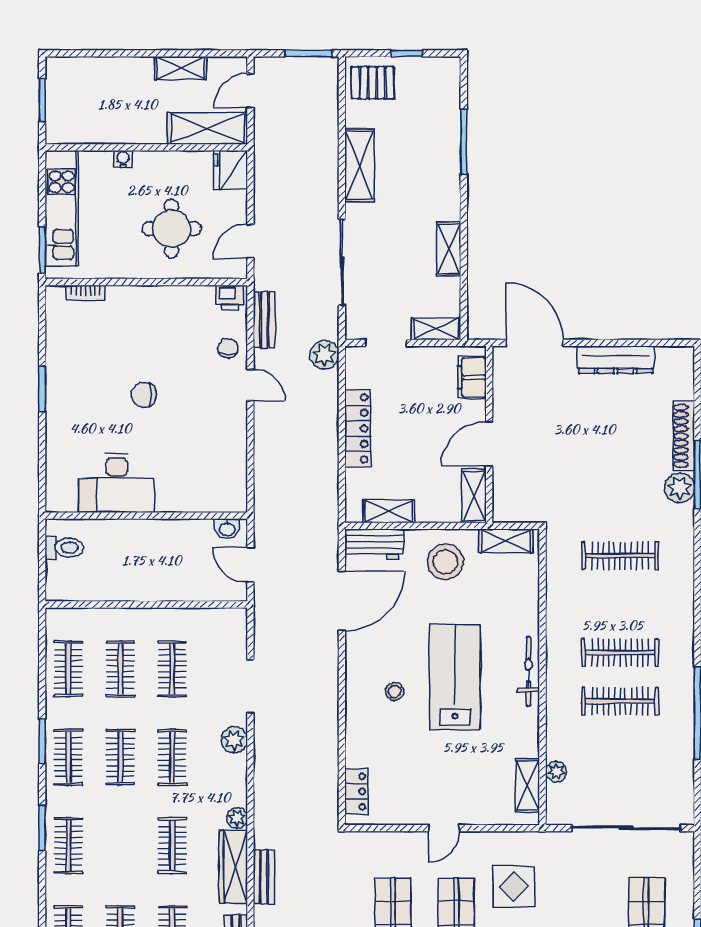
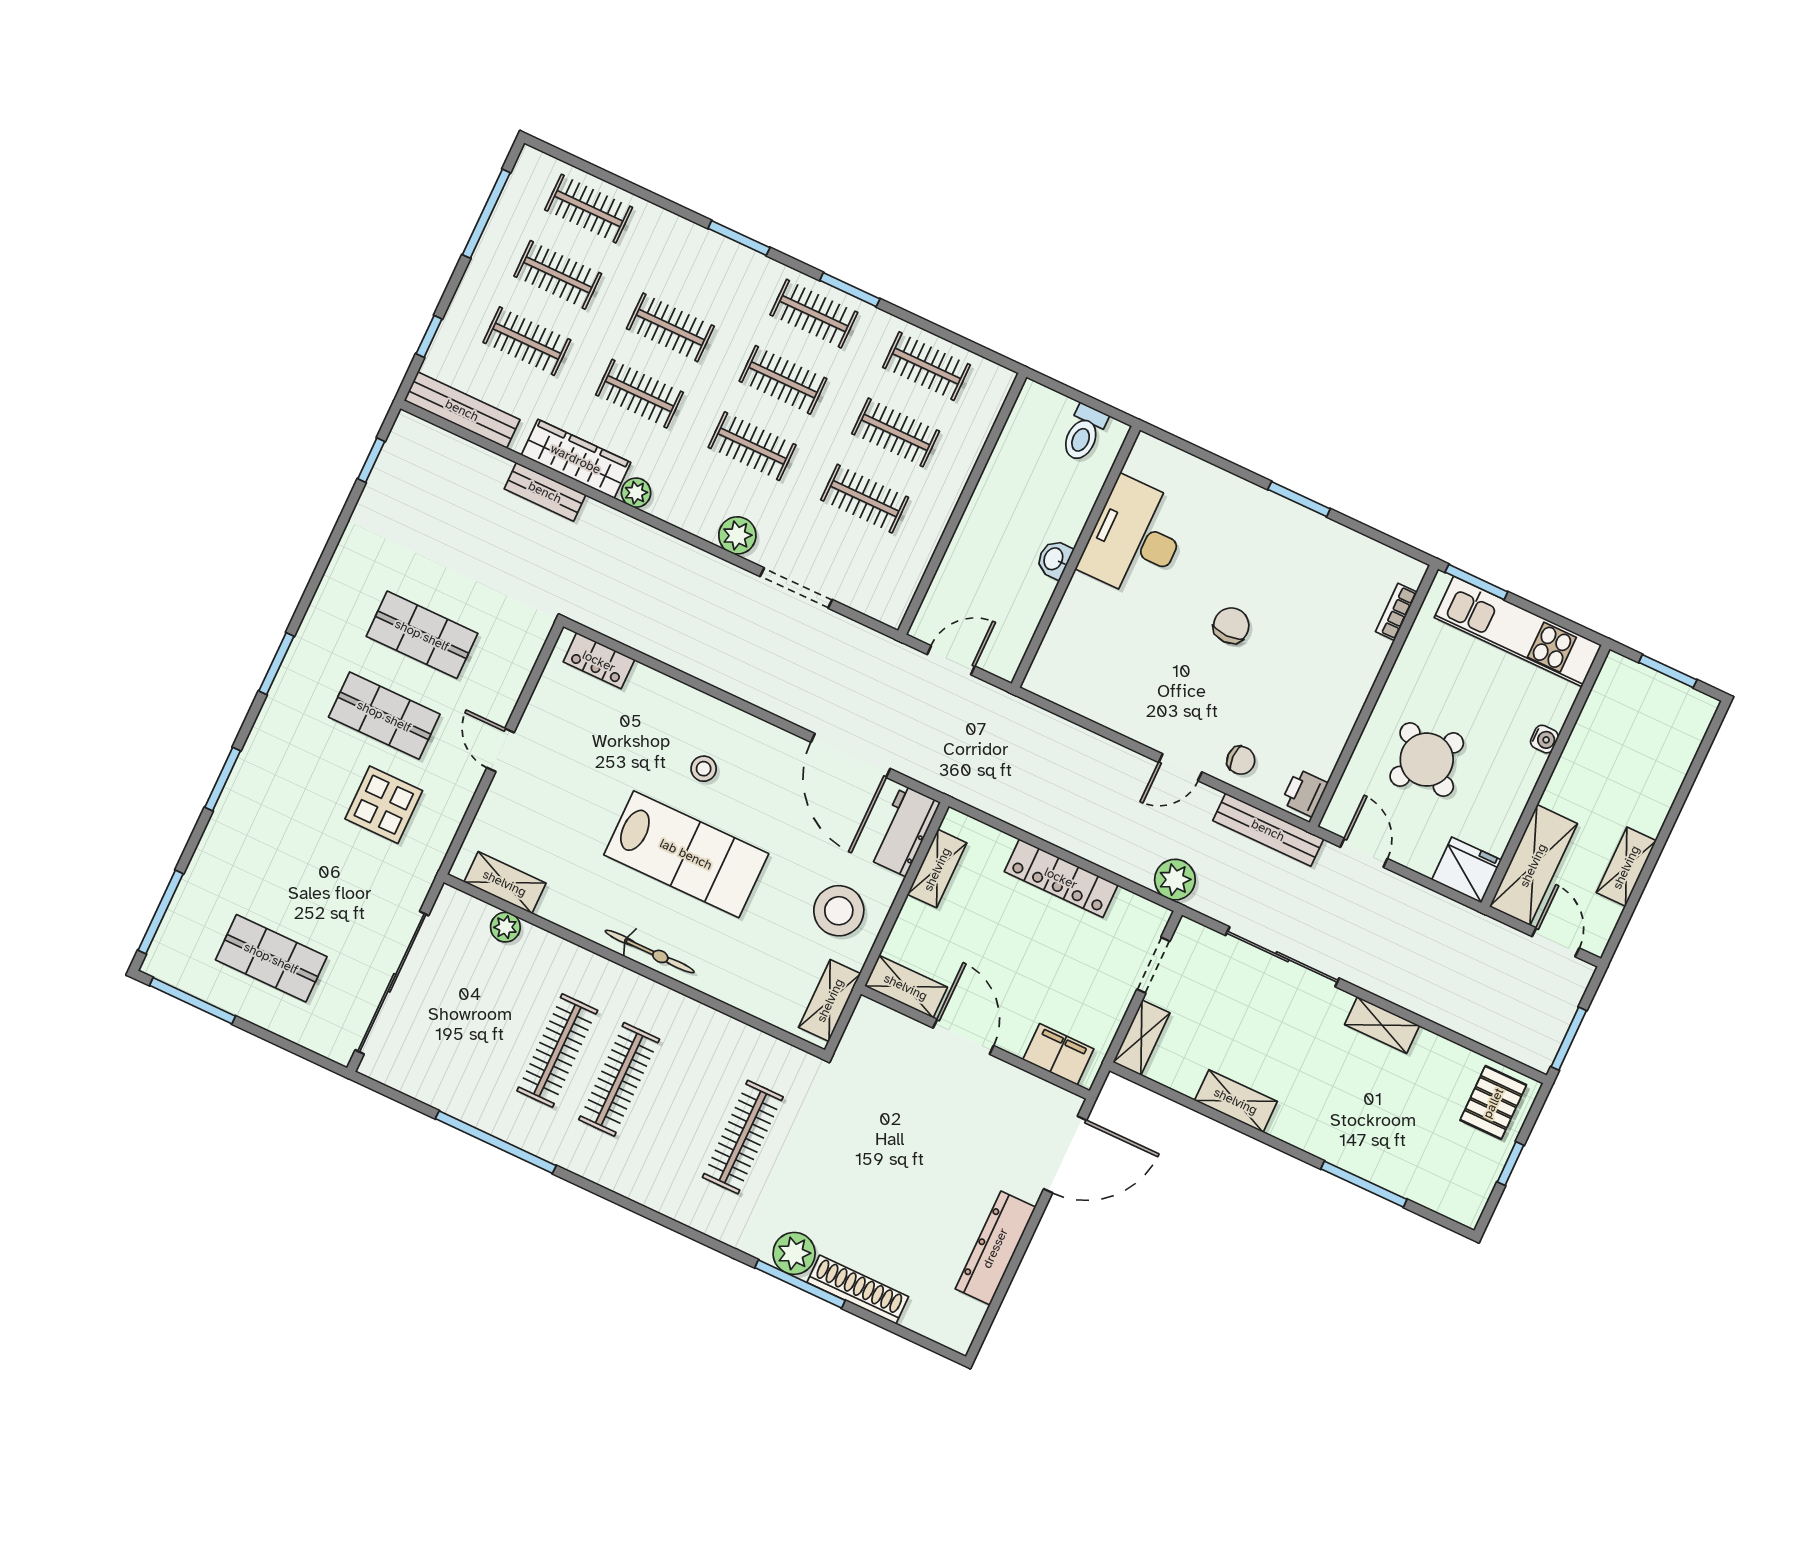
shelving: (360, 165) -> (1382, 1025), width x0.67, depth x0.75
round table: (172, 229) -> (1427, 760), turned 33
bench: (264, 320) -> (1268, 830), width x1.36
washbasin: (227, 529) -> (1054, 559), moved
clothes rail: (68, 846) -> (670, 327), moved

